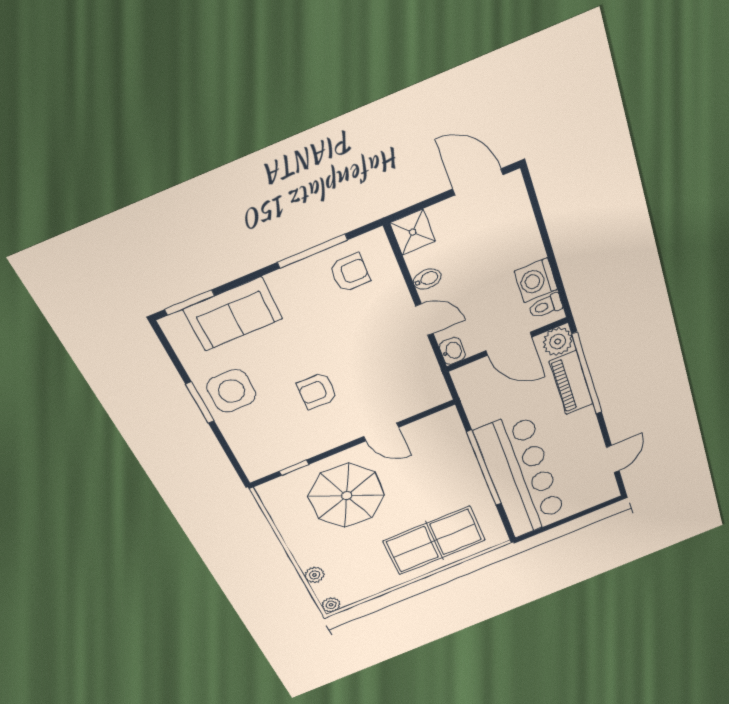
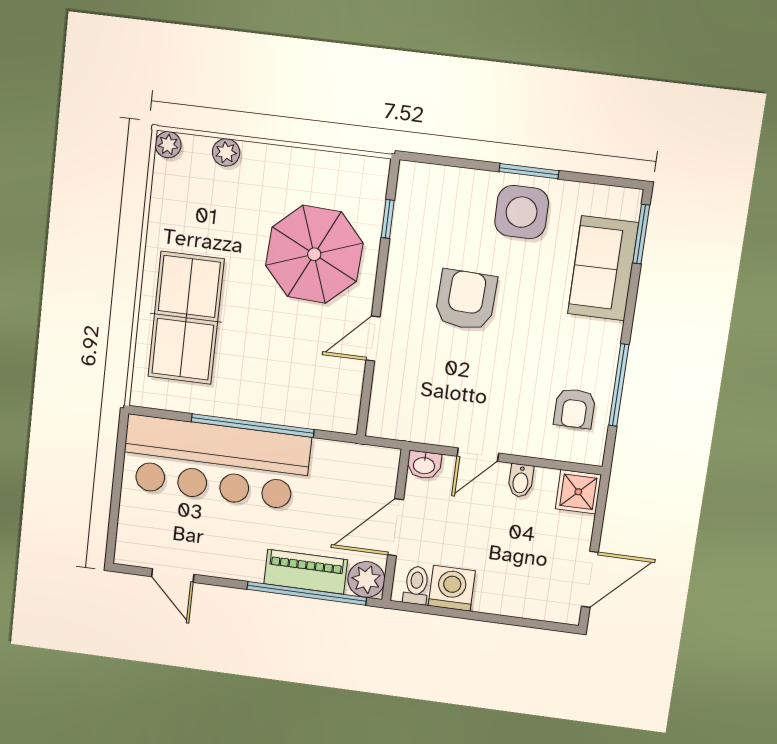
armchair: (317, 391) -> (466, 300), width x1.38, depth x1.38

